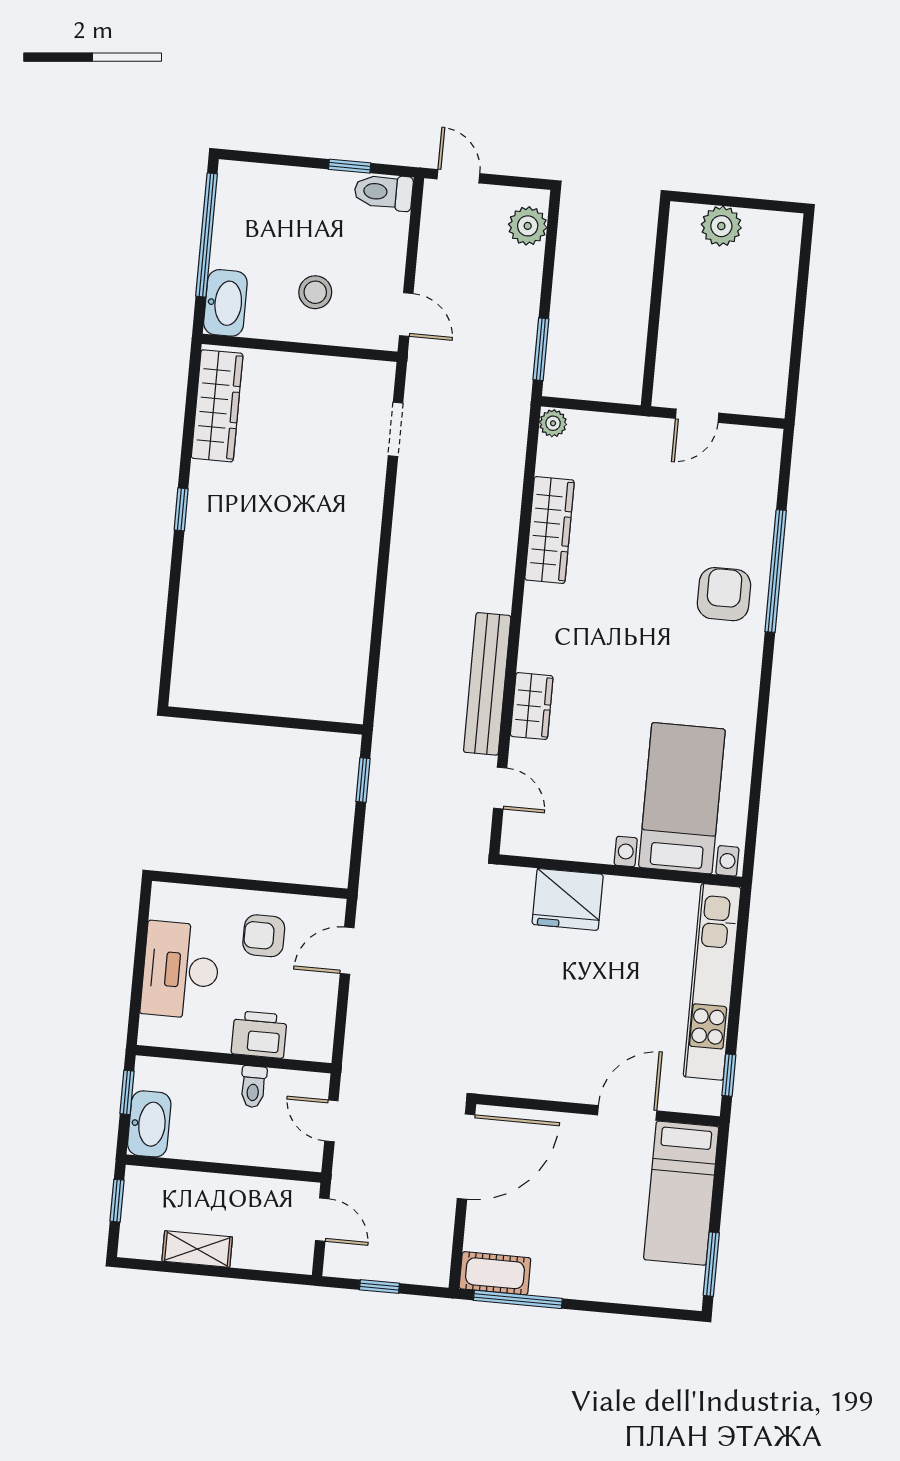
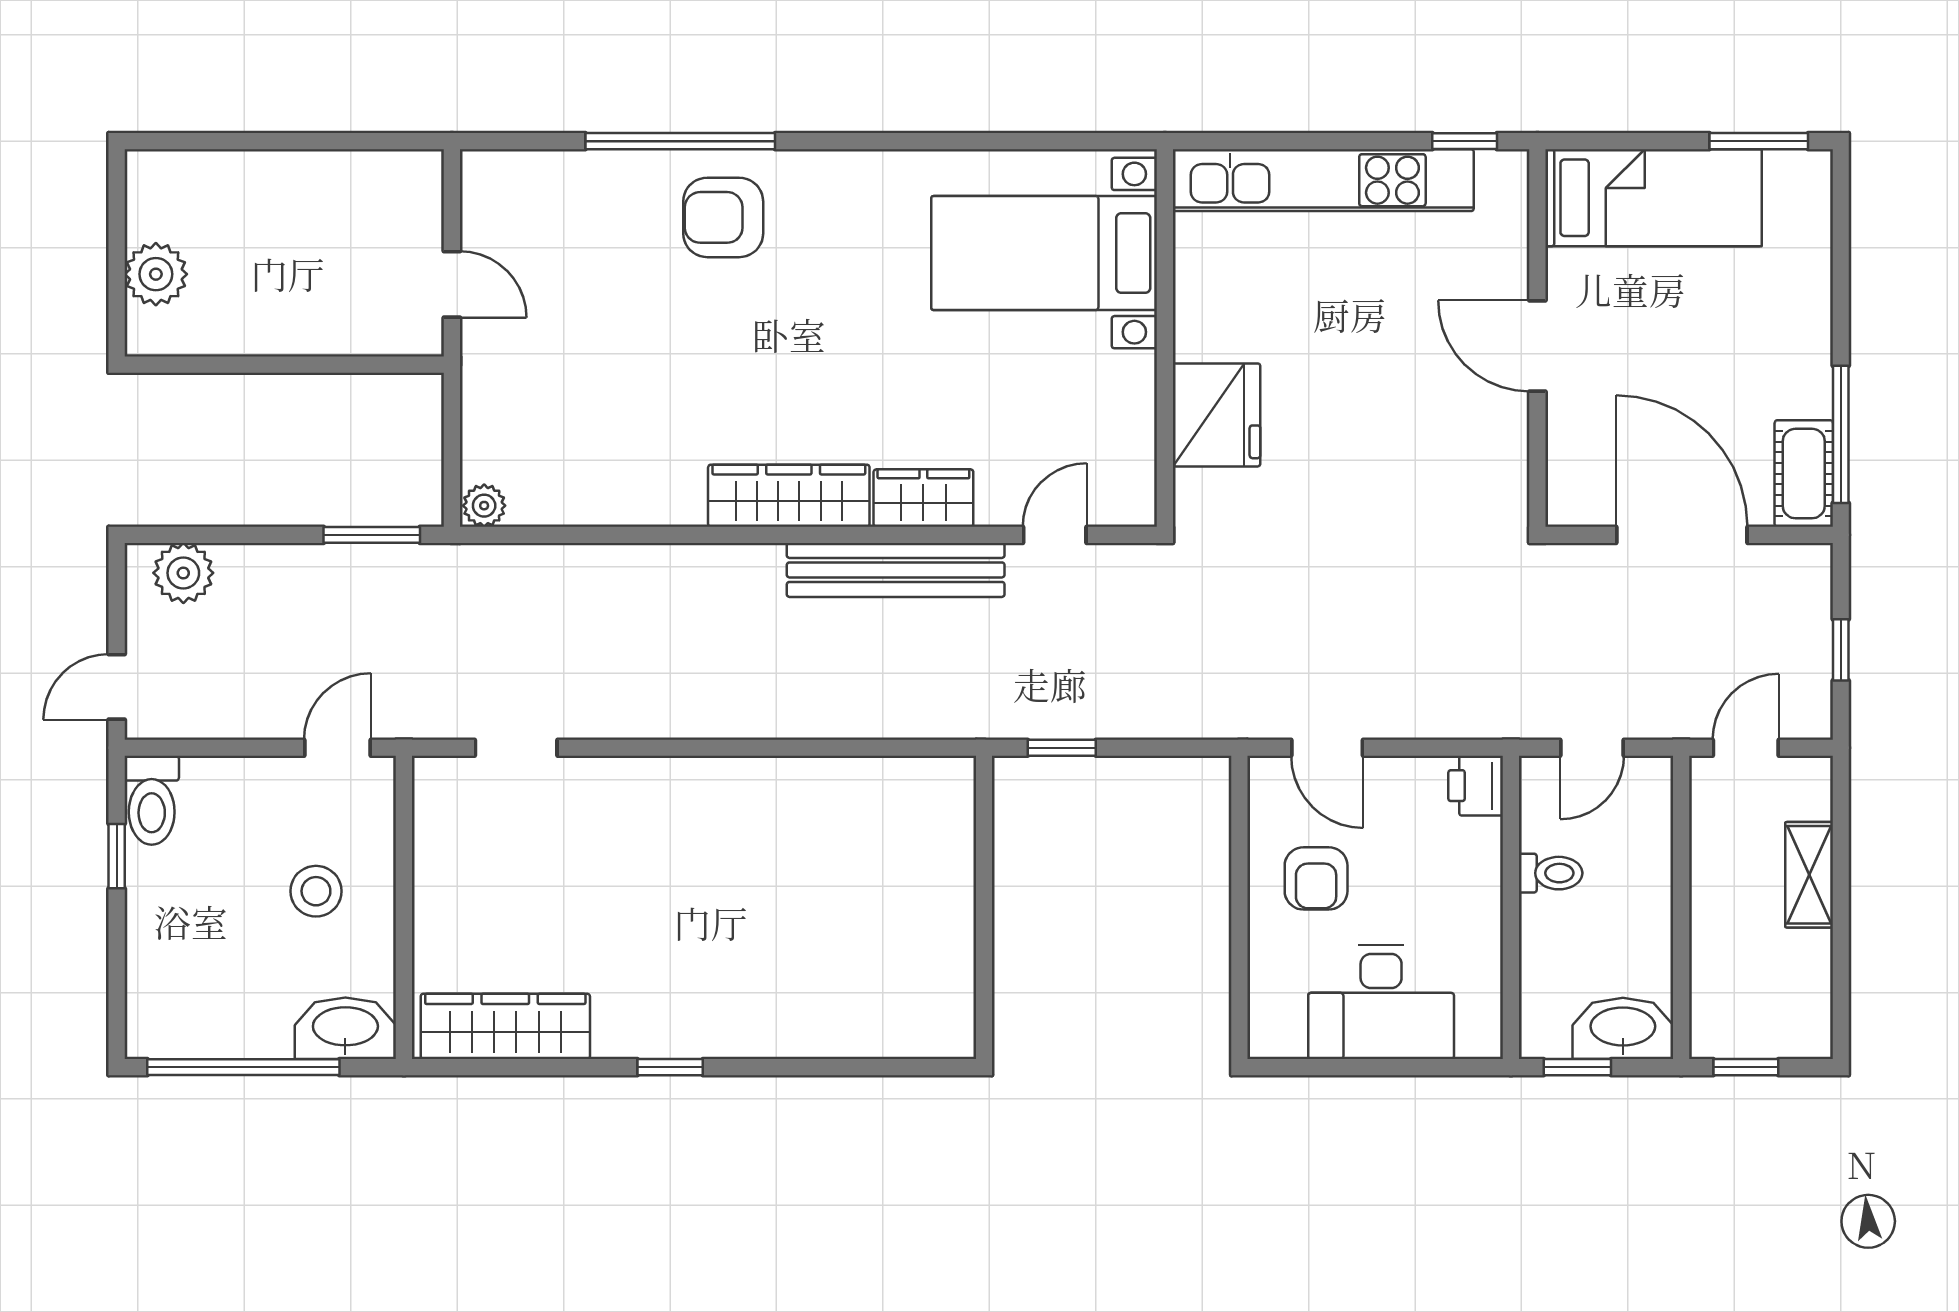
wardrobe: (550, 530) -> (789, 496), moved
printer: (259, 1034) -> (1476, 786), moved, width x0.73, depth x0.81
door: (627, 1113) -> (1537, 346), moved
door: (466, 1157) -> (1682, 535), moved
shelving: (197, 1249) -> (1809, 875), moved

